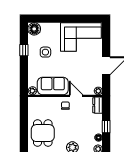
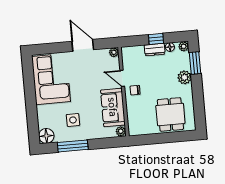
window: (24, 50) -> (73, 146), width x2.17
door: (76, 96) -> (122, 78), hinge flipped
dresser: (98, 105) -> (155, 50), moved
dining table: (43, 133) -> (170, 114), turned 90

